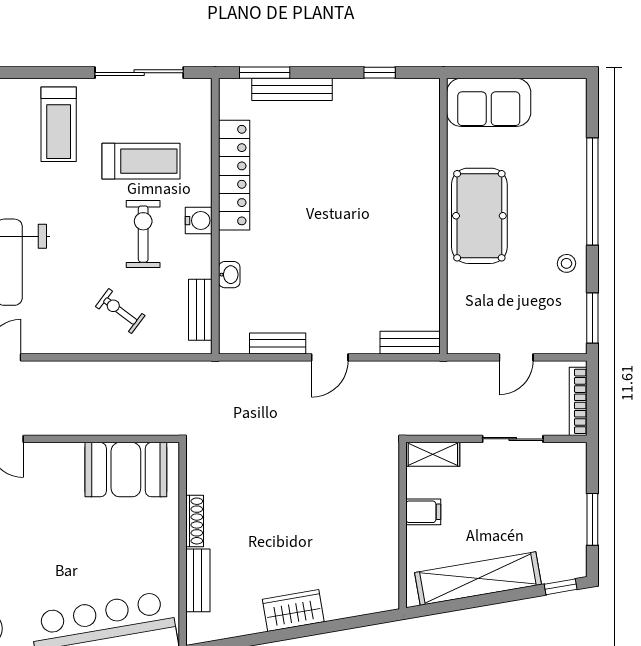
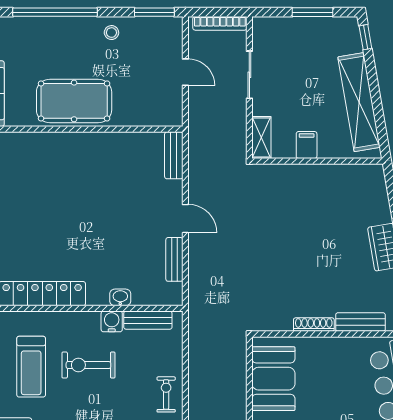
treadmill: (141, 161) -> (31, 367), turned 180
water cooler: (199, 221) -> (112, 321), moved
exercise bike: (120, 311) -> (166, 394), moved, turned 143

